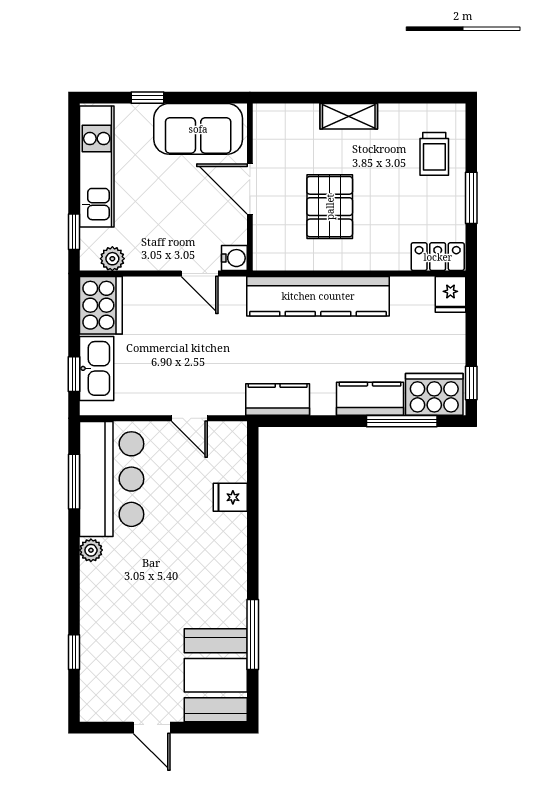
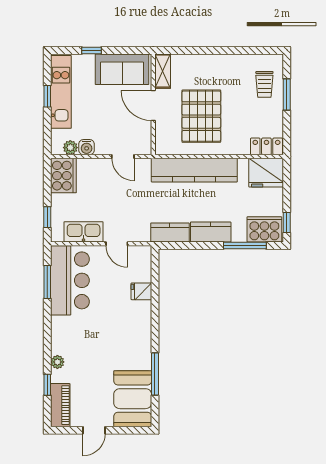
shelving: (349, 116) -> (163, 71), moved, turned 90
window: (471, 198) -> (287, 95), moved
pallet: (330, 207) -> (201, 116), width x1.37, depth x1.41
window: (74, 232) -> (47, 96), moved
water cooler: (234, 258) -> (87, 147), moved, turned 90
fridge: (450, 294) -> (266, 173), width x1.88, depth x1.34
kitchen sink: (97, 368) -> (84, 232), moved, turned -90
kitchen counter: (370, 399) -> (211, 232), moved
plant: (91, 550) -> (57, 362), moved
piano: (96, 686) -> (60, 405), added
door: (152, 728) -> (94, 430), hinge flipped

